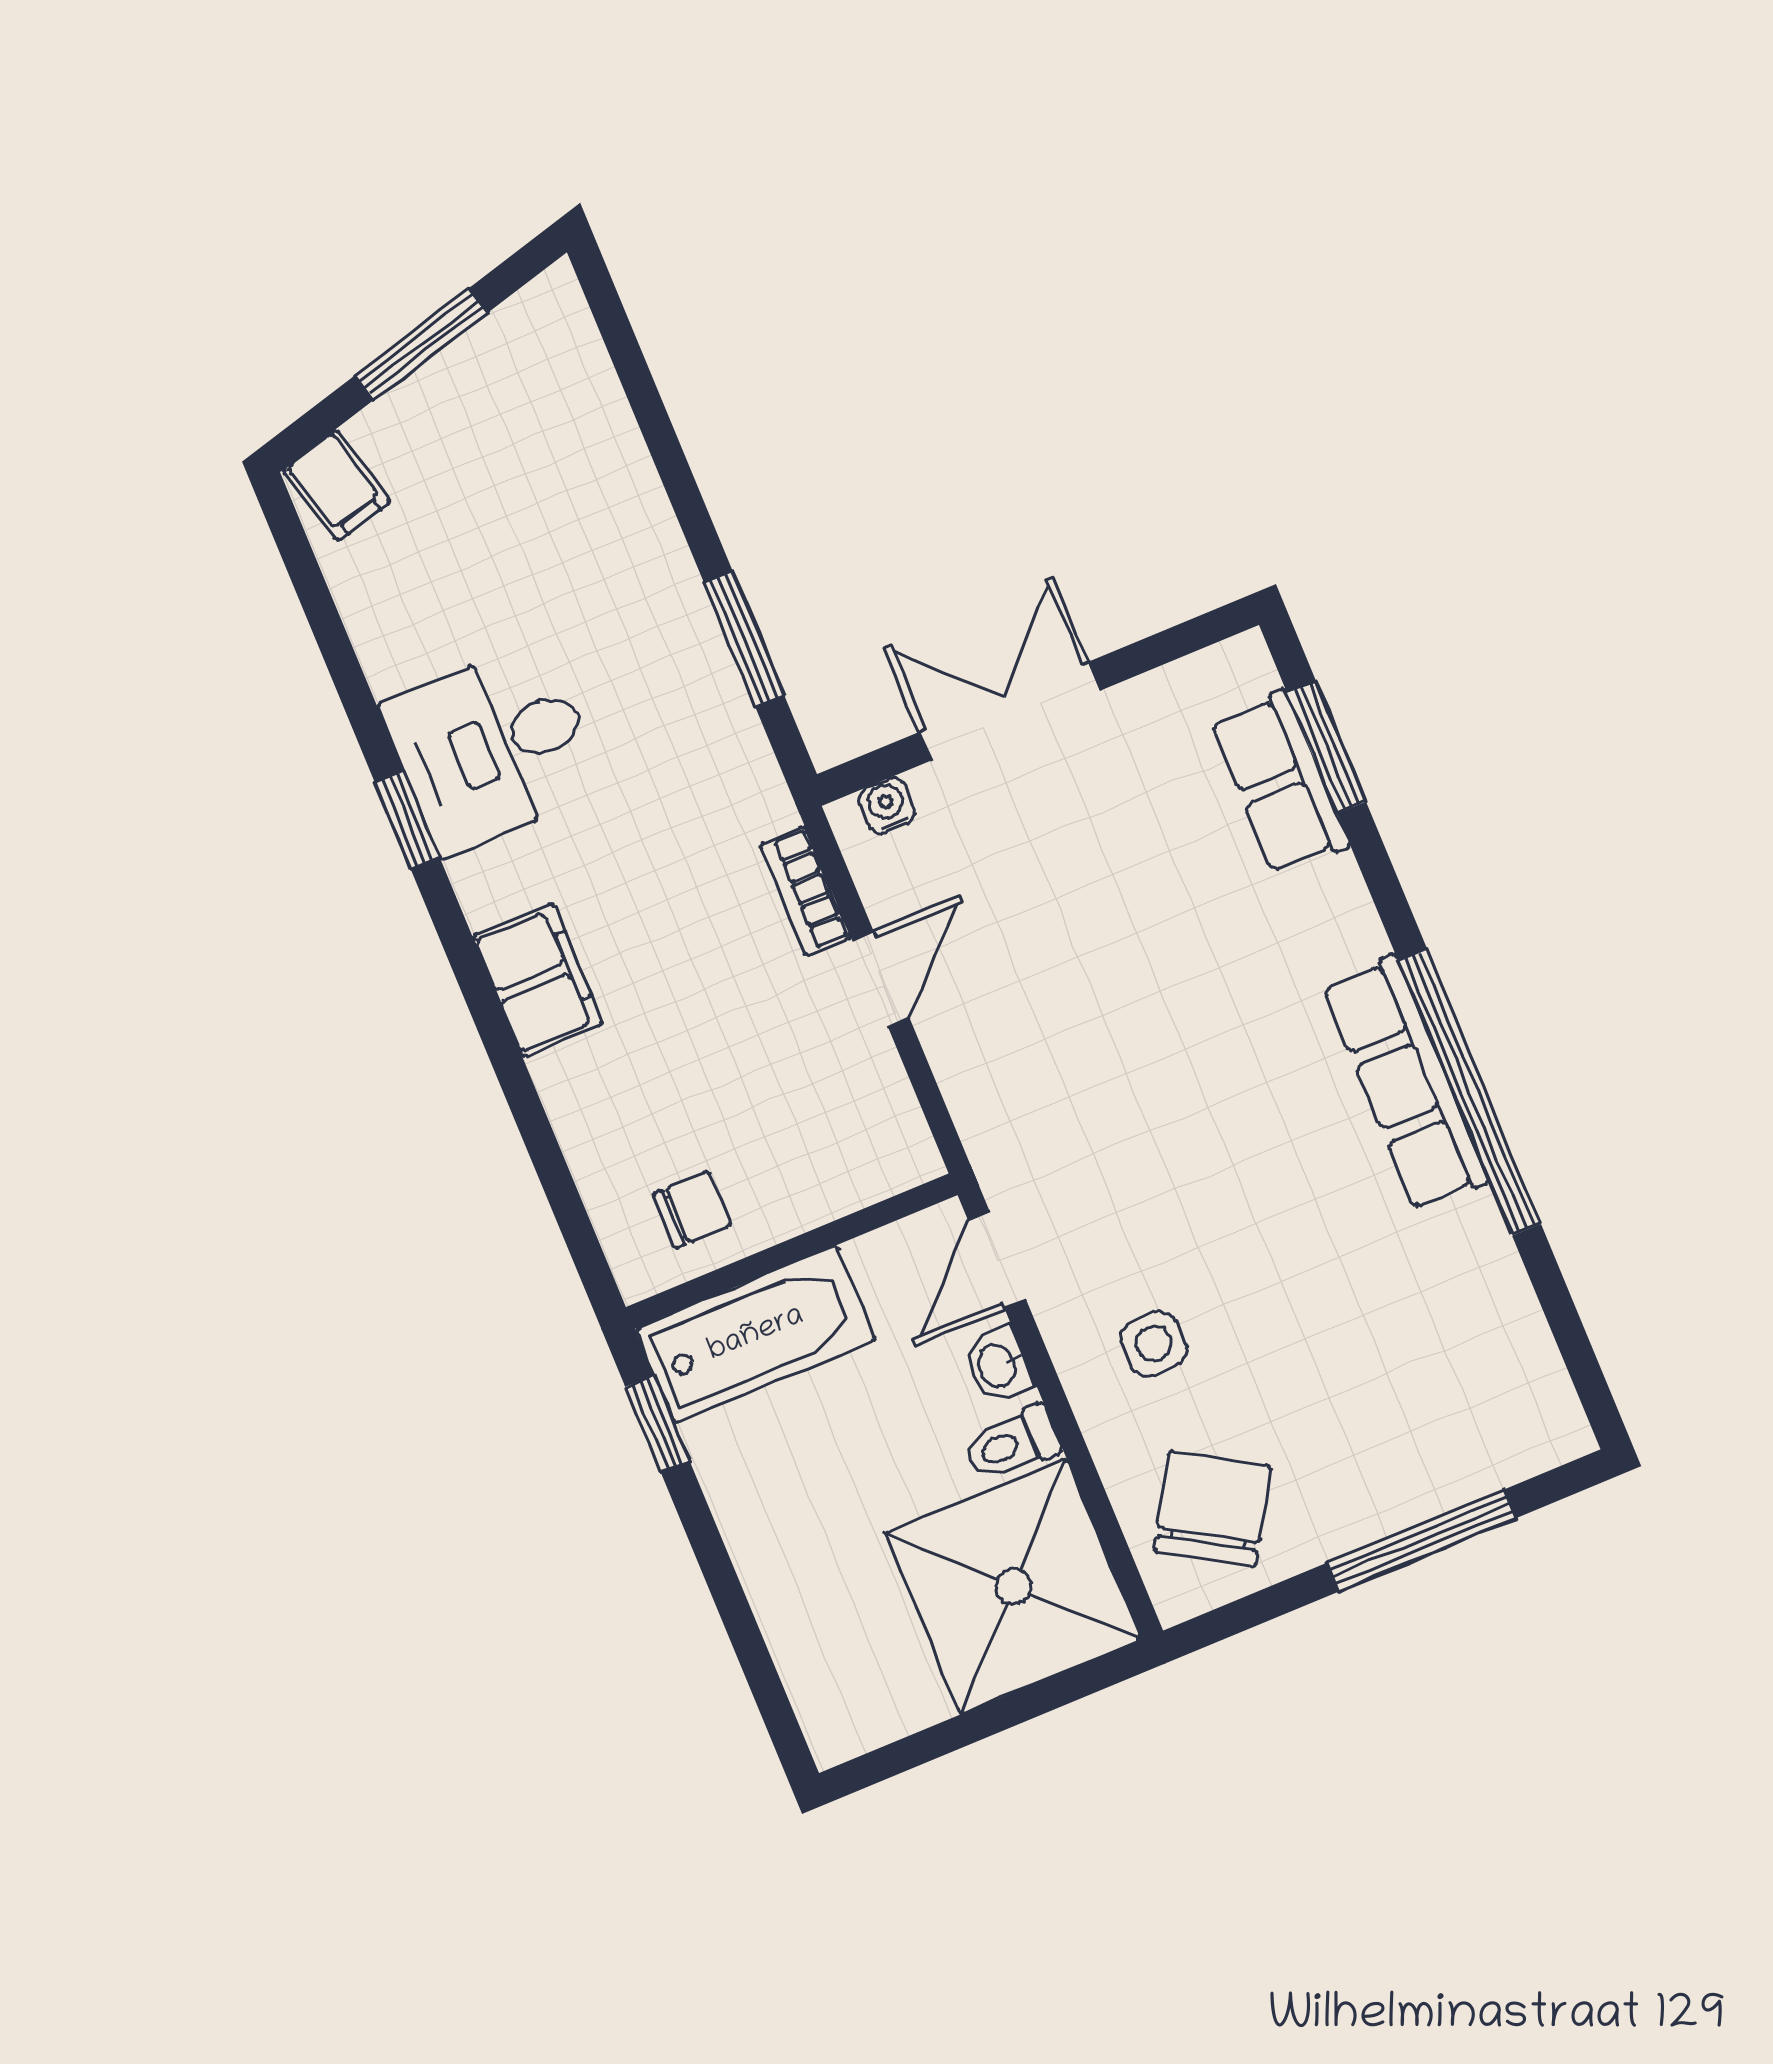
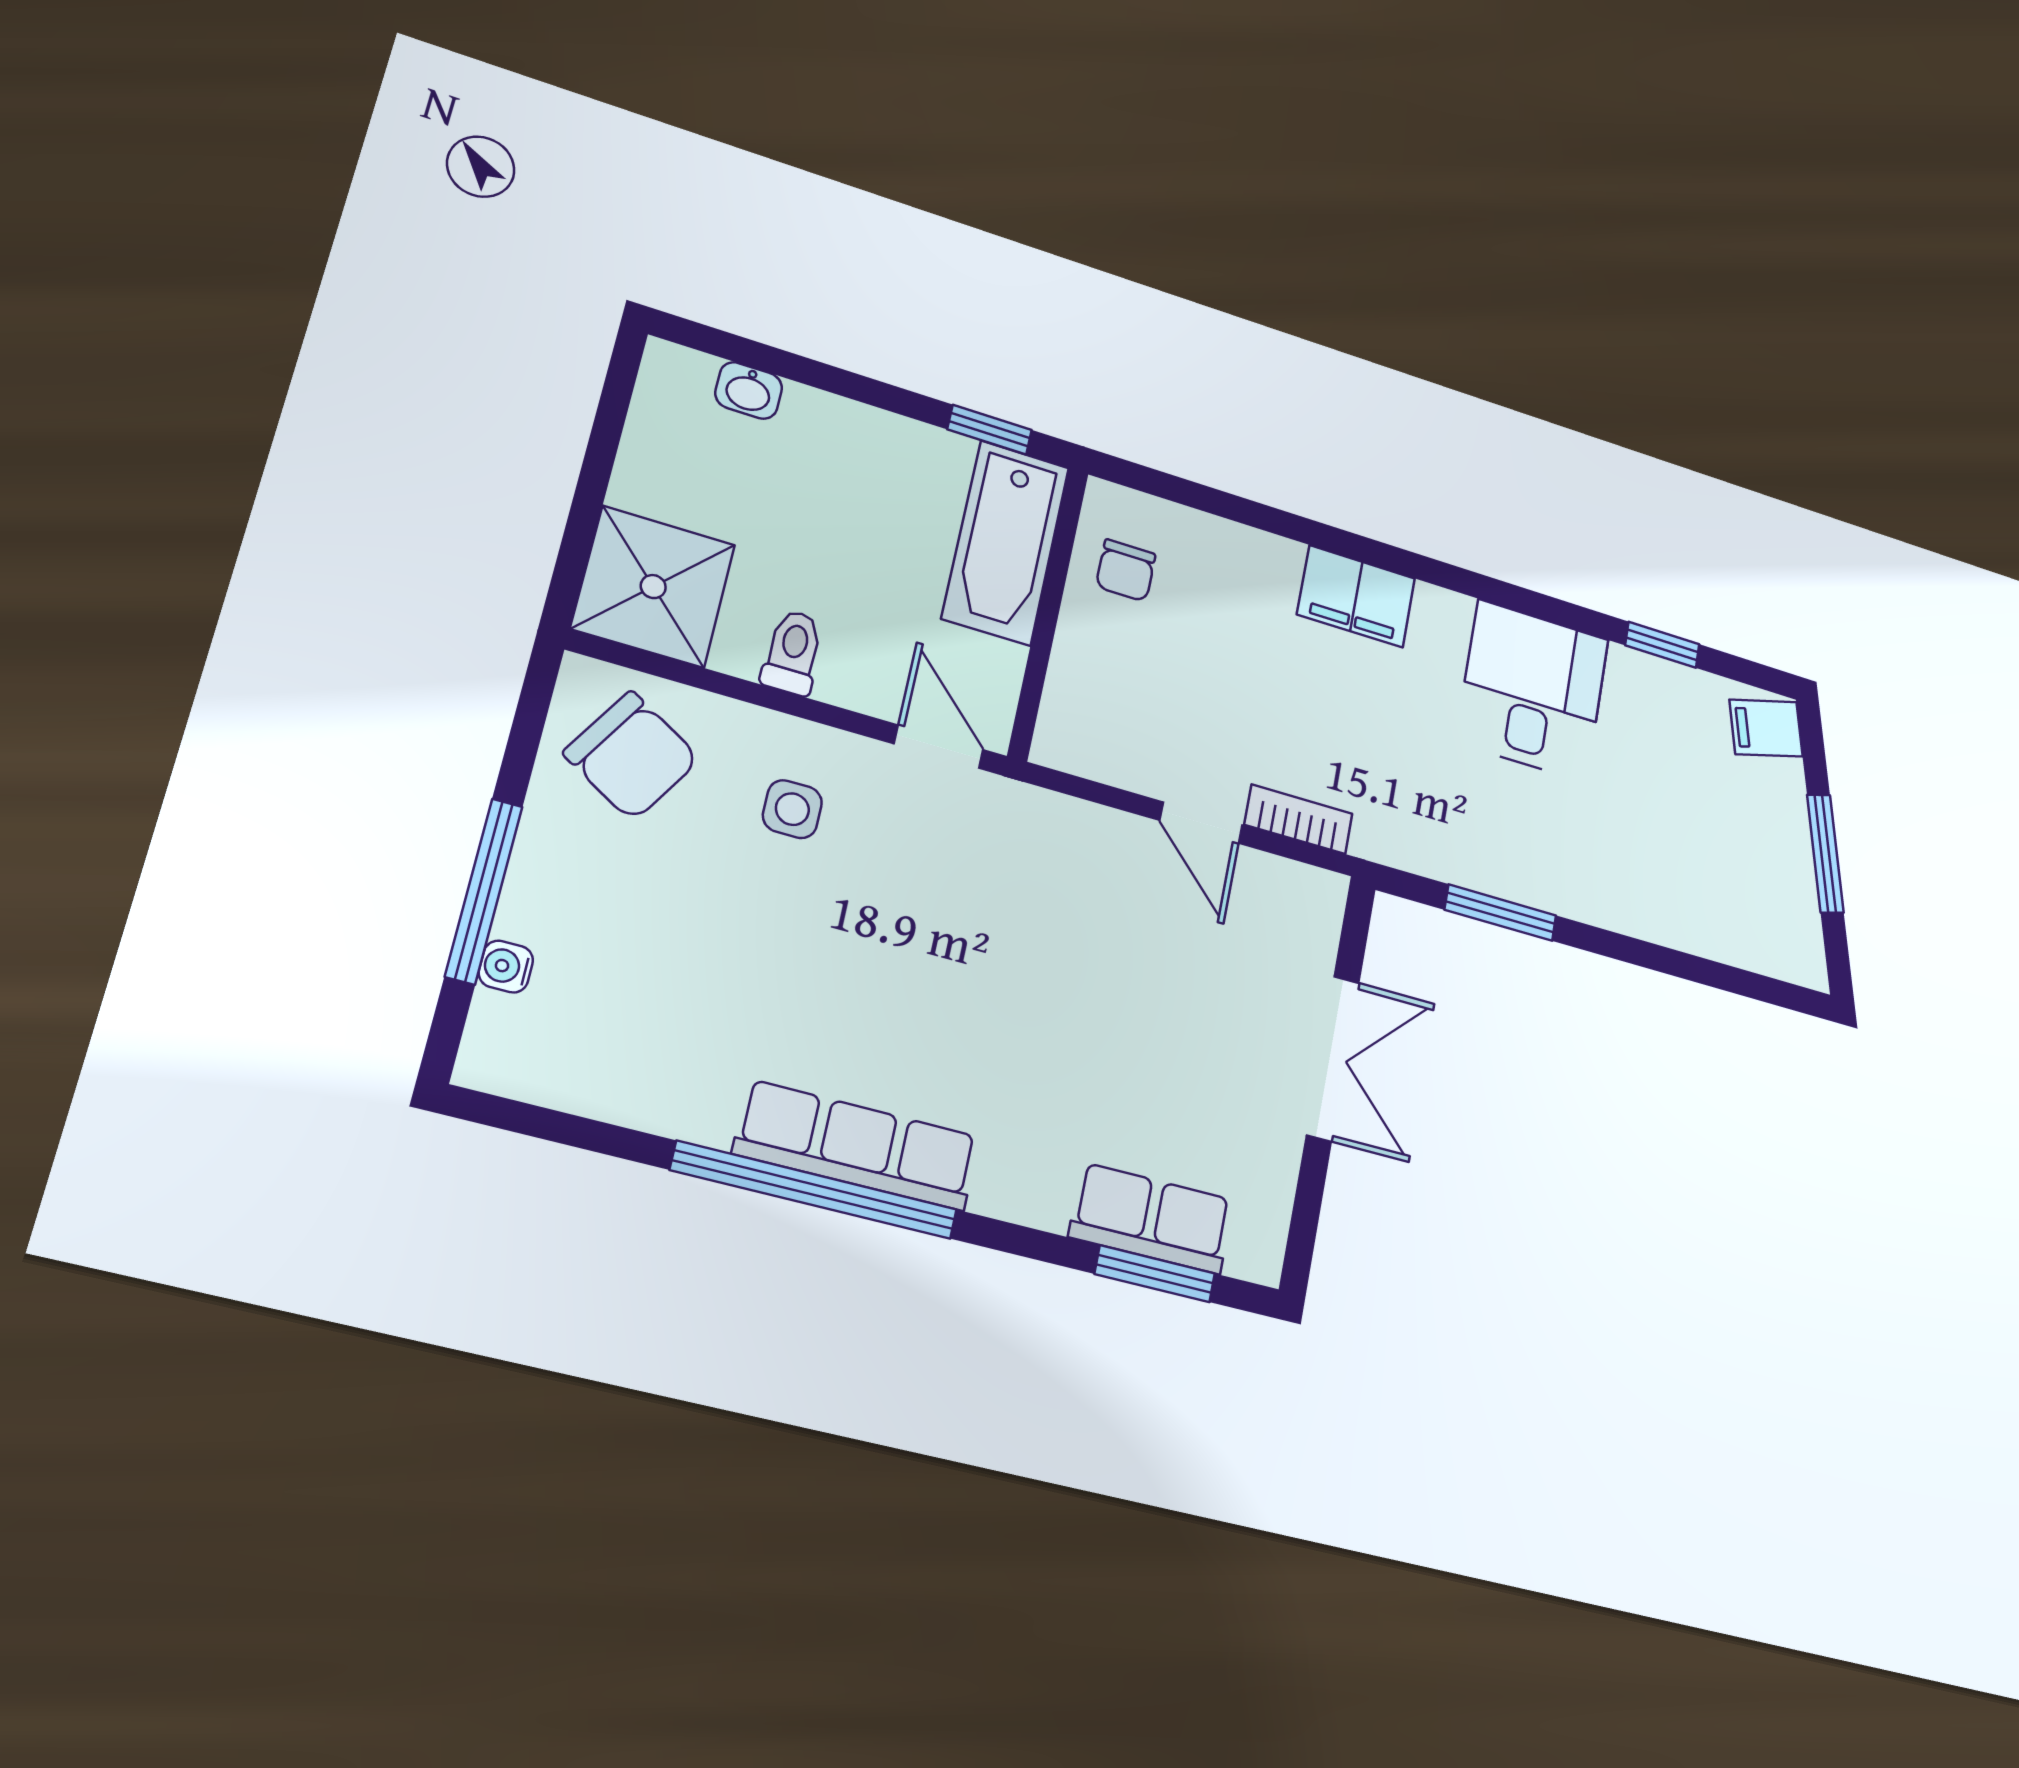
water cooler: (887, 805) -> (506, 967), moved, turned 180
window: (407, 820) -> (1662, 645), moved
washbasin: (998, 1365) -> (749, 390), moved, turned 180
shower: (1013, 1586) -> (653, 587), width x0.73, depth x0.73

